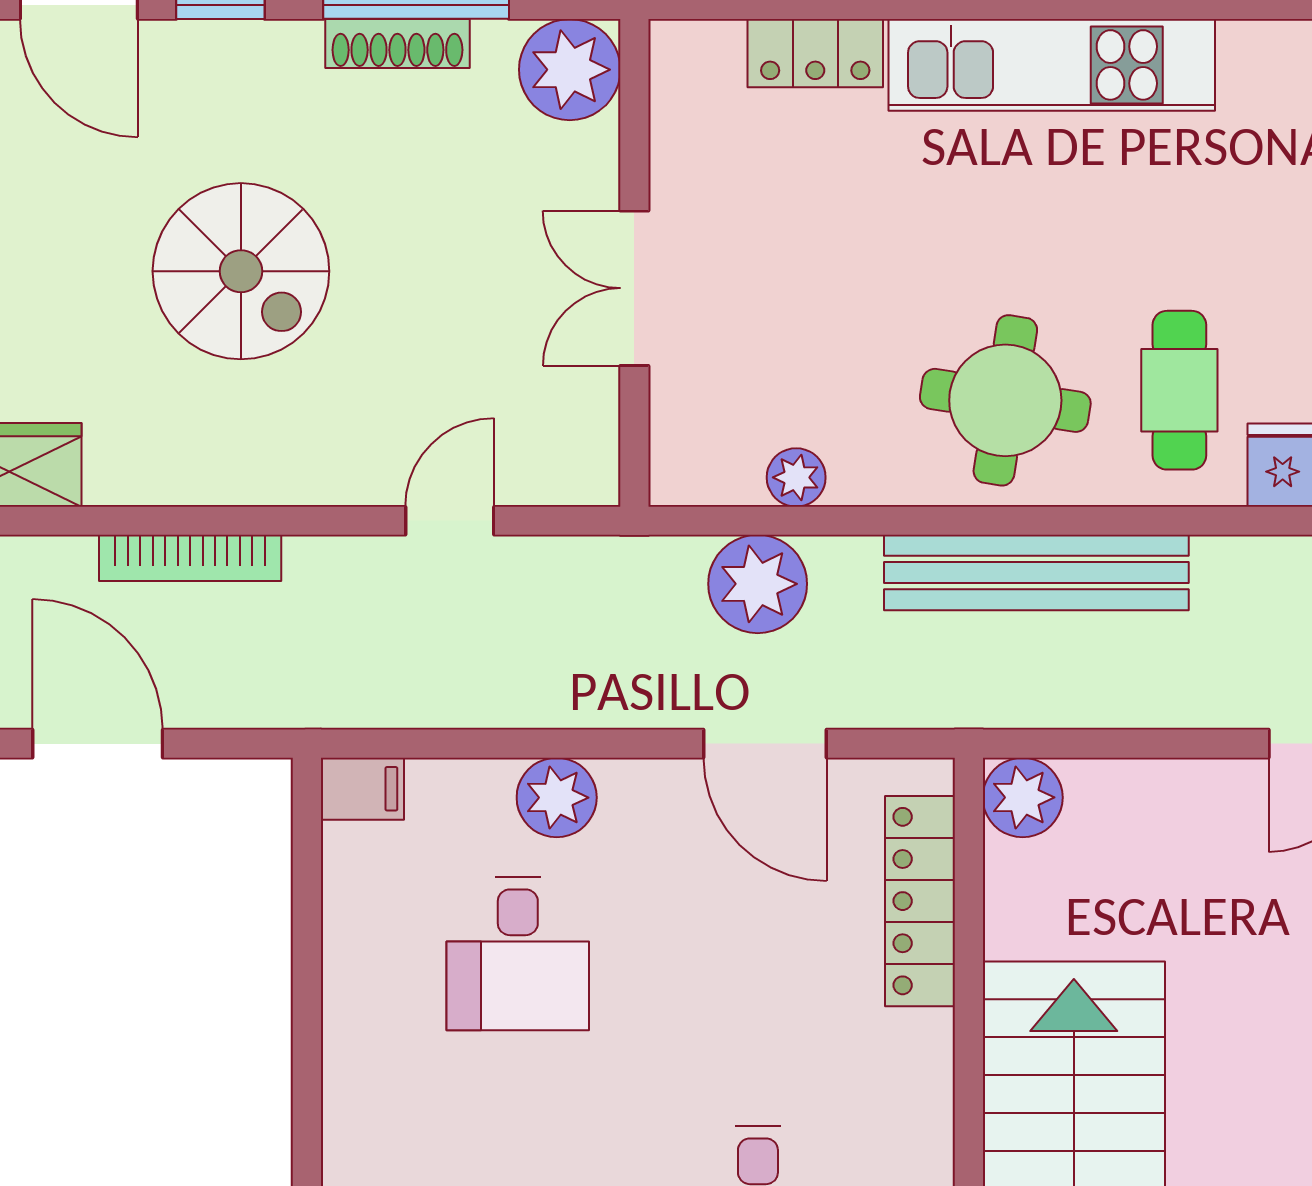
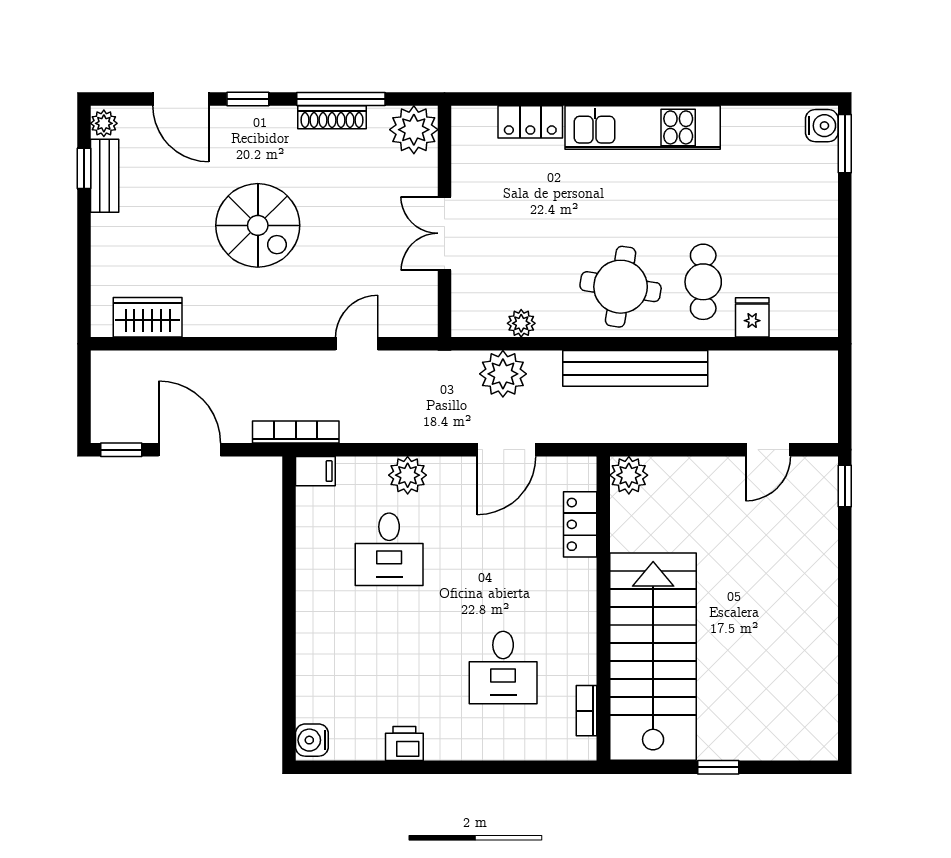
bookcase: (190, 558) -> (296, 432), moved, turned 180
door: (765, 744) -> (506, 450), hinge flipped
locker: (920, 901) -> (580, 524), width x0.66

